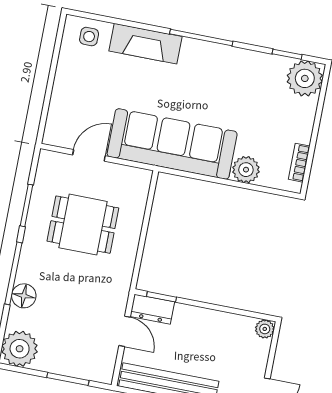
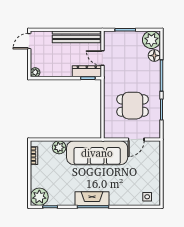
fireplace: (146, 44) -> (92, 199), moved
floor lamp: (24, 296) -> (154, 56), moved
dresser: (152, 309) -> (87, 71), width x1.44

